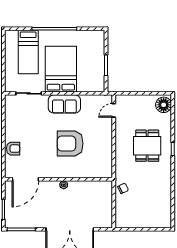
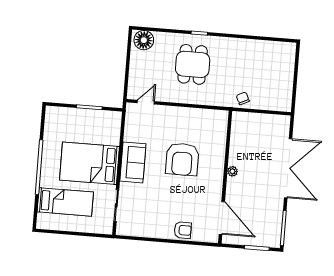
door: (114, 110) -> (146, 102), swing flipped
dining table: (147, 146) -> (193, 64), turned 90
armchair: (13, 149) -> (183, 230), turned 90

